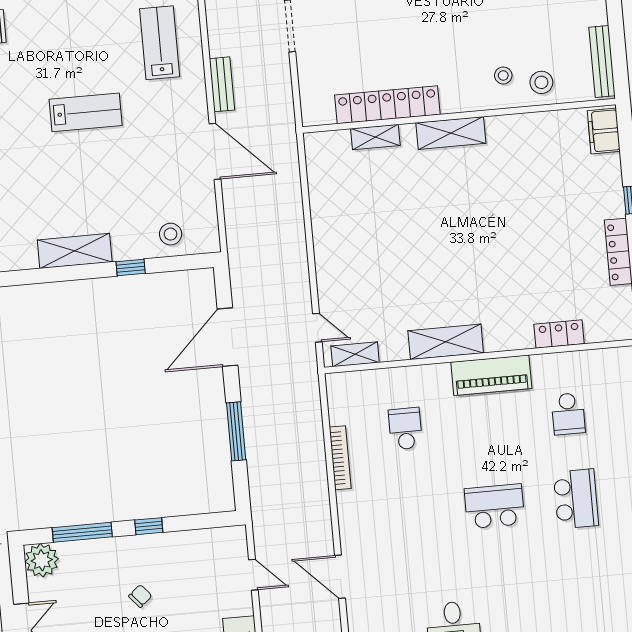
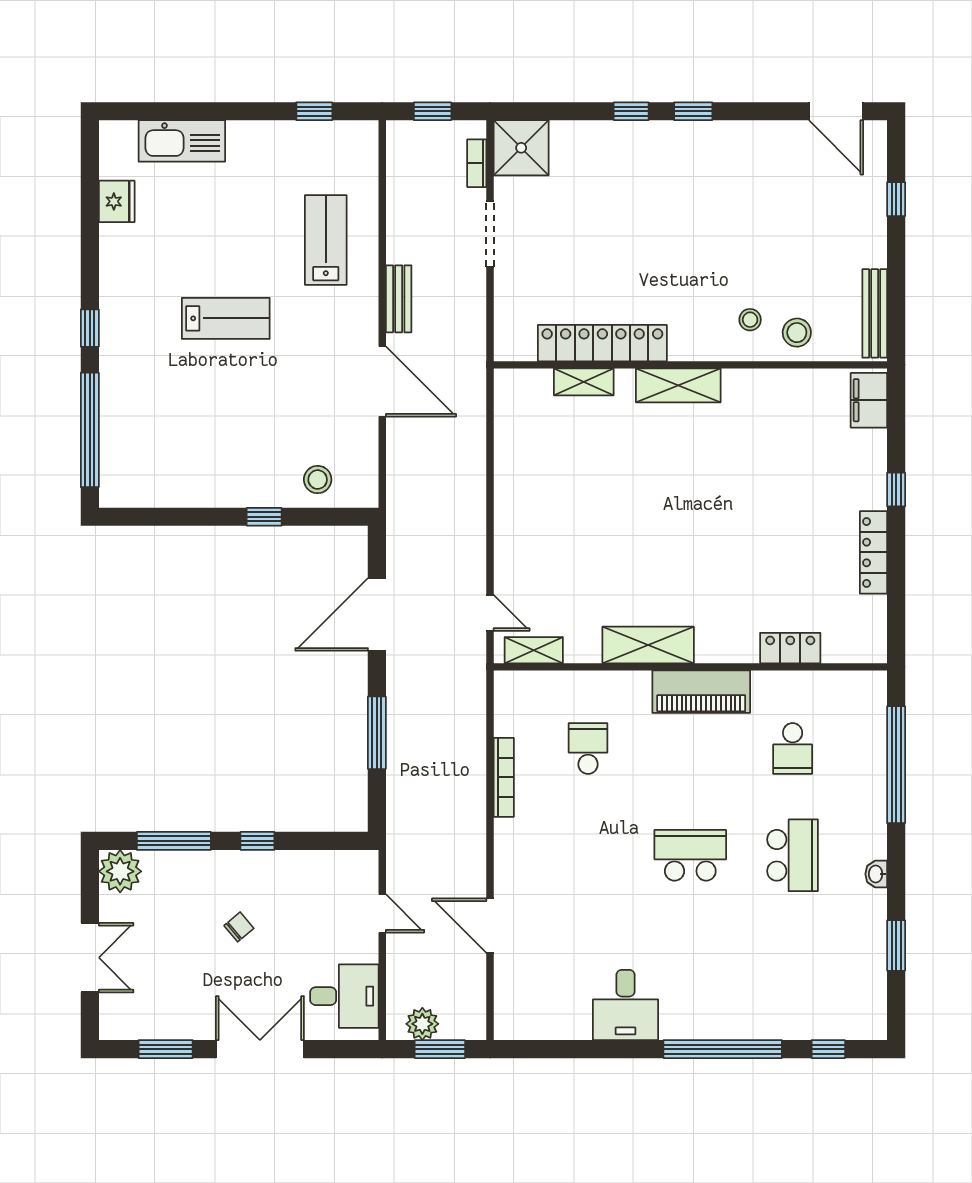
shelving: (75, 251) -> (196, 490), removed

